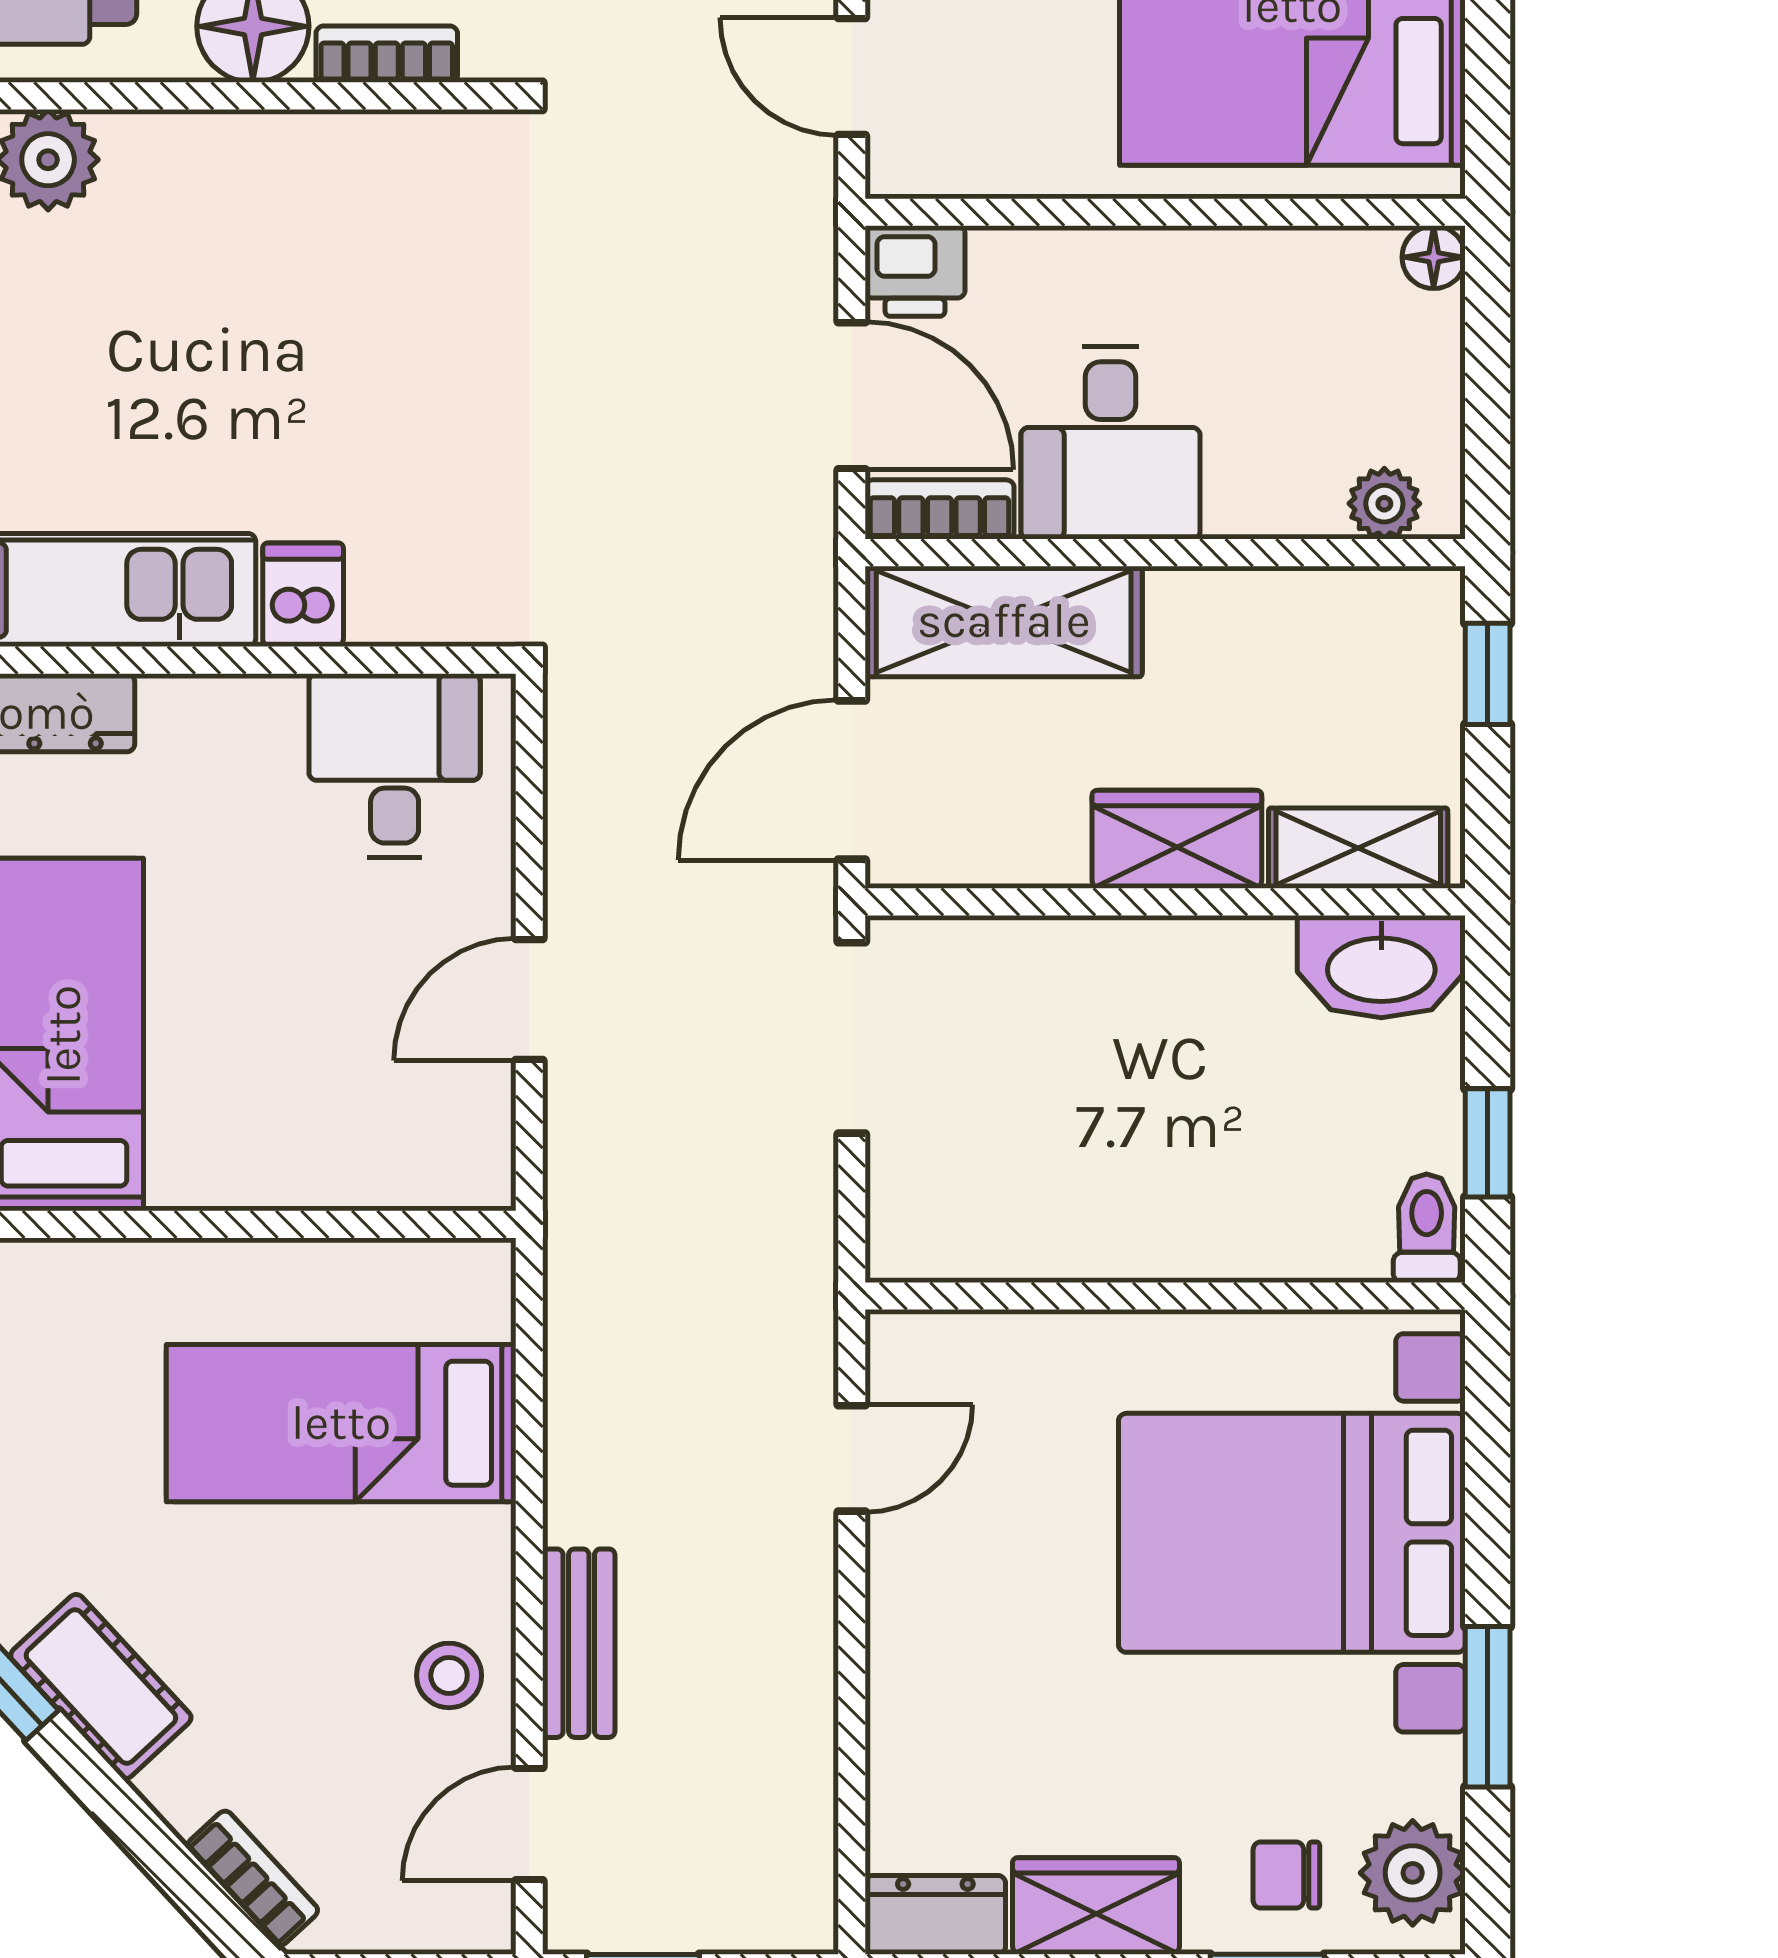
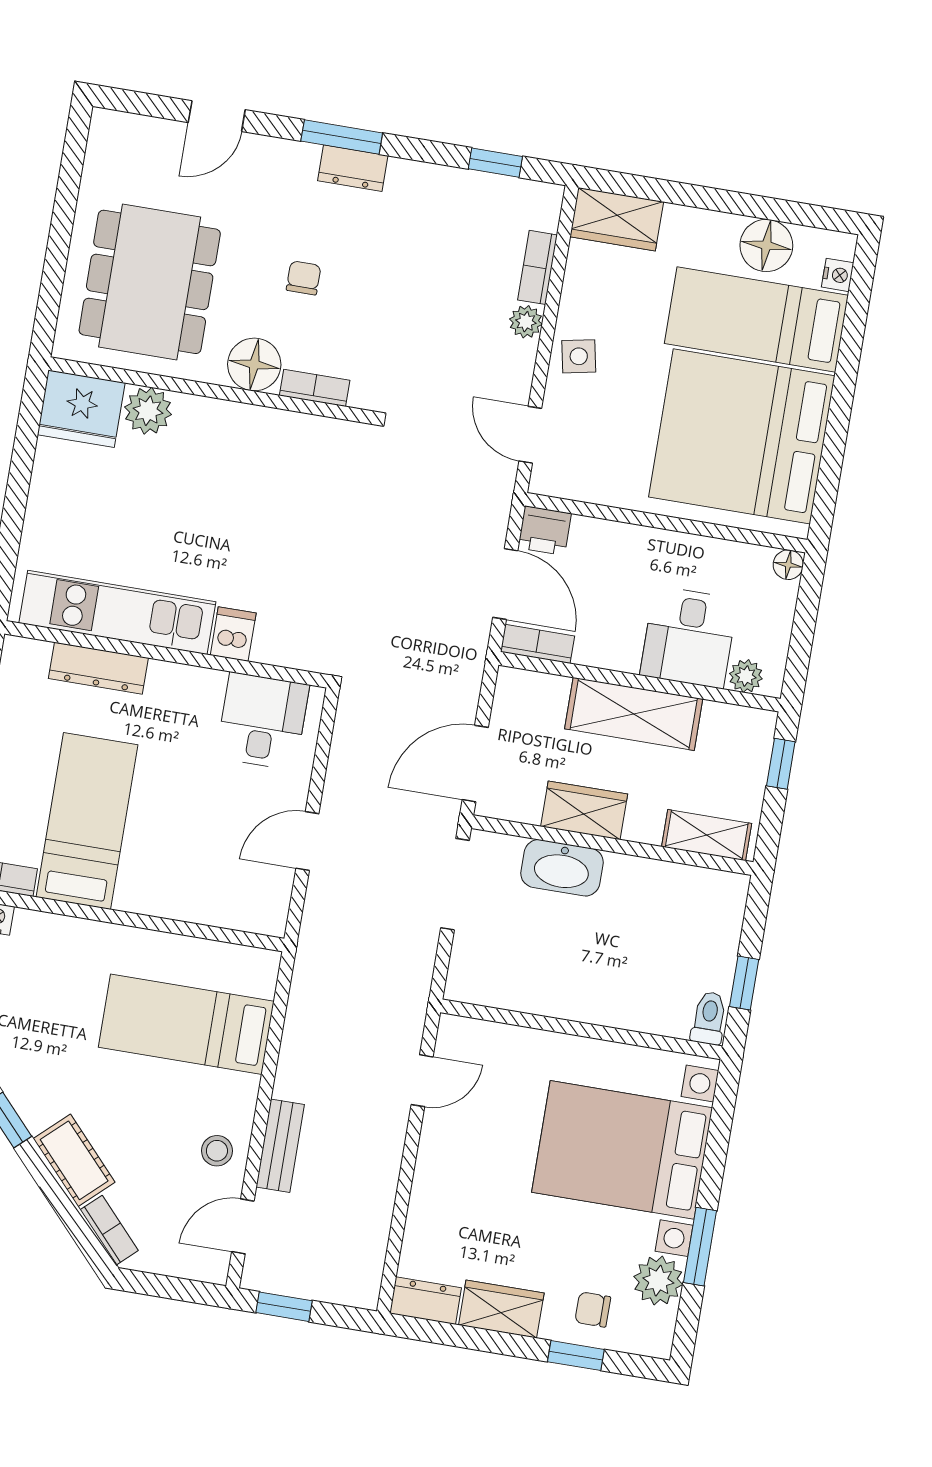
desk: (1111, 443) -> (689, 637), moved
shelving: (1004, 621) -> (634, 714), moved
wardrobe: (1177, 839) -> (584, 810), moved
washbasin: (1381, 967) -> (562, 868), moved
cot: (101, 1687) -> (74, 1160), moved
plant: (1413, 1873) -> (658, 1281), moved

